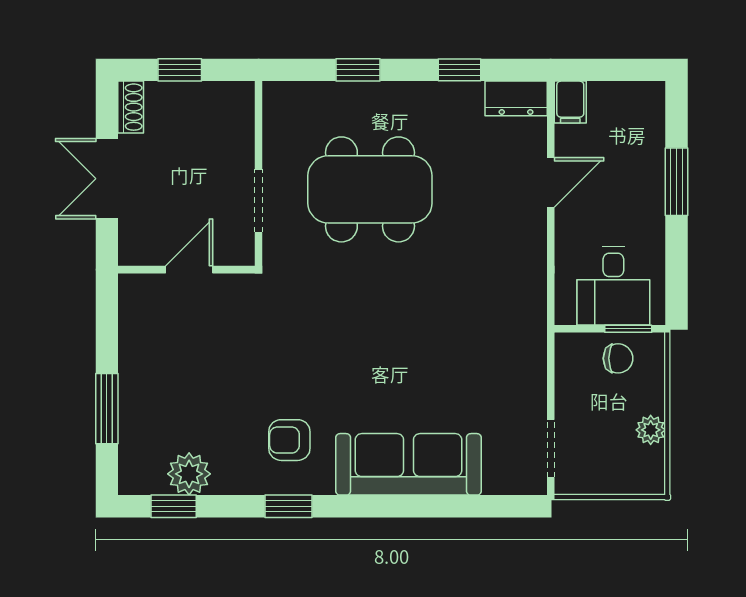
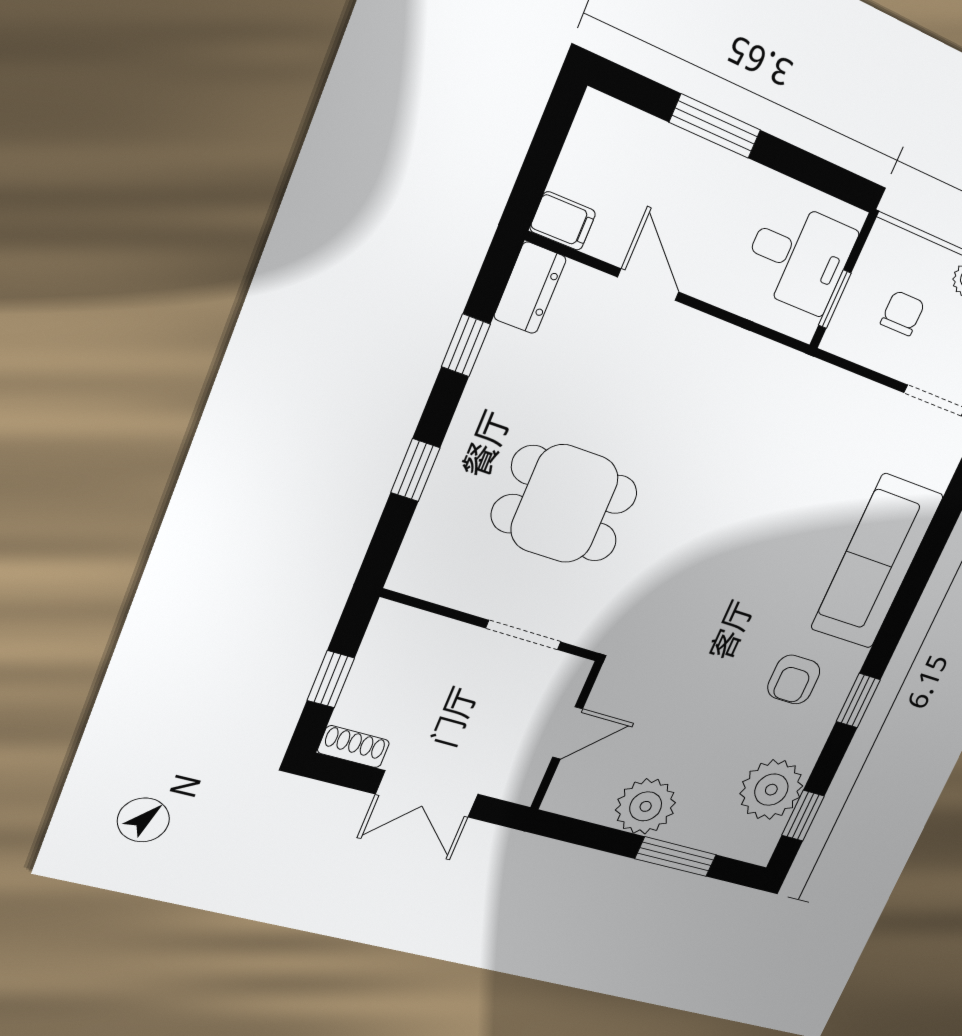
dining table: (370, 189) -> (565, 504), width x0.73
door: (189, 270) -> (568, 733), swing flipped
window: (628, 329) -> (835, 299), moved
chair: (618, 358) -> (903, 313), moved
plant: (145, 362) -> (646, 806), added
plant: (189, 474) -> (771, 790), width x1.36, depth x1.36

